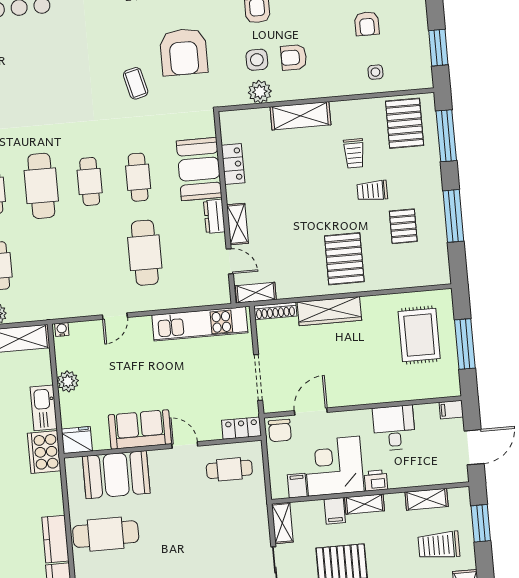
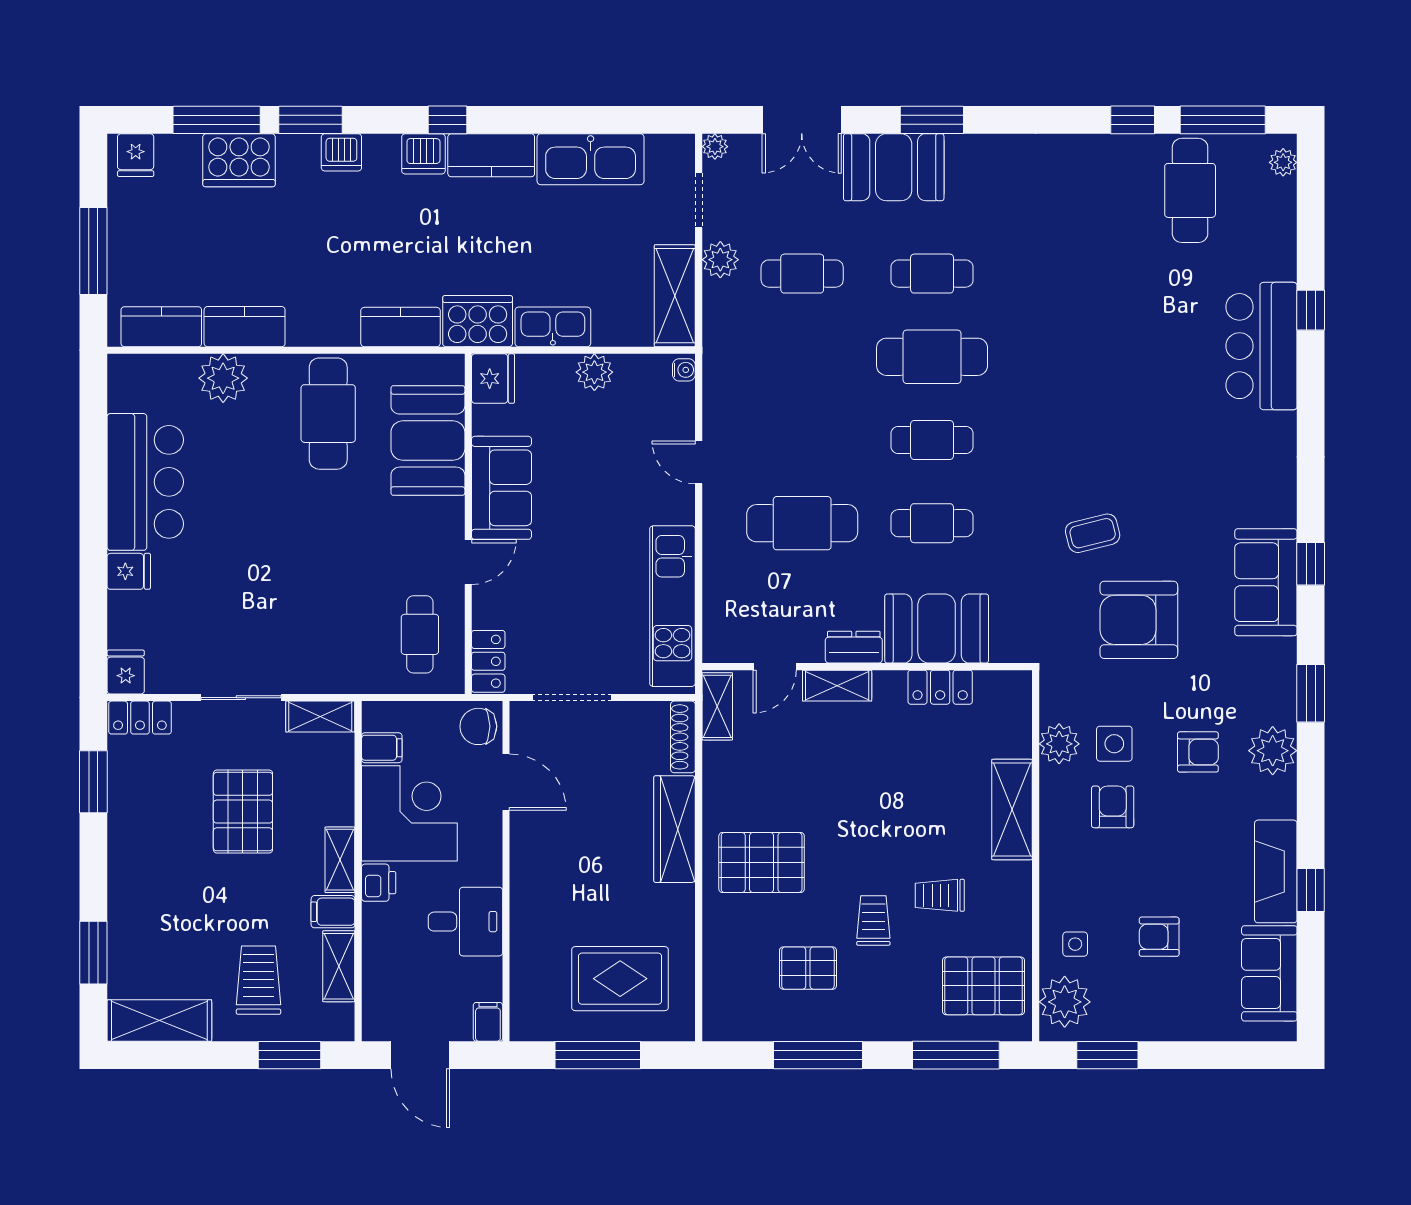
plant: (410, 75) -> (1065, 1002), added
filing cabinet: (335, 511) -> (333, 912), moved
kitchen counter: (55, 539) -> (400, 327), moved

